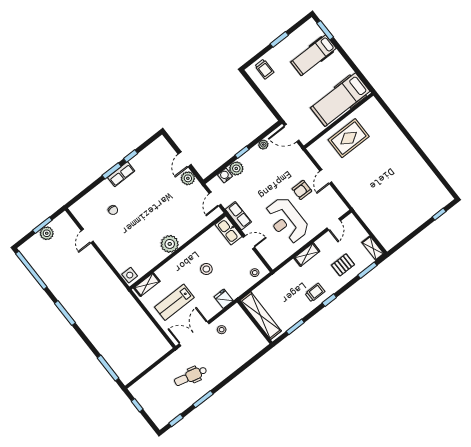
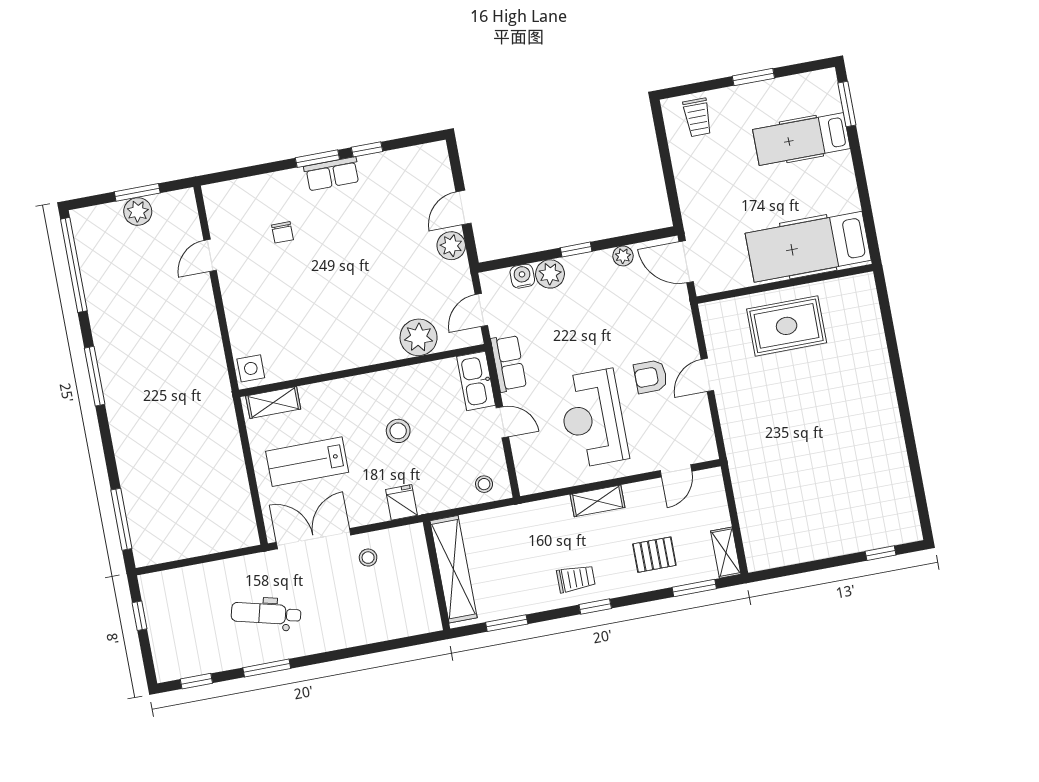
plant: (170, 244) -> (419, 337), moved

